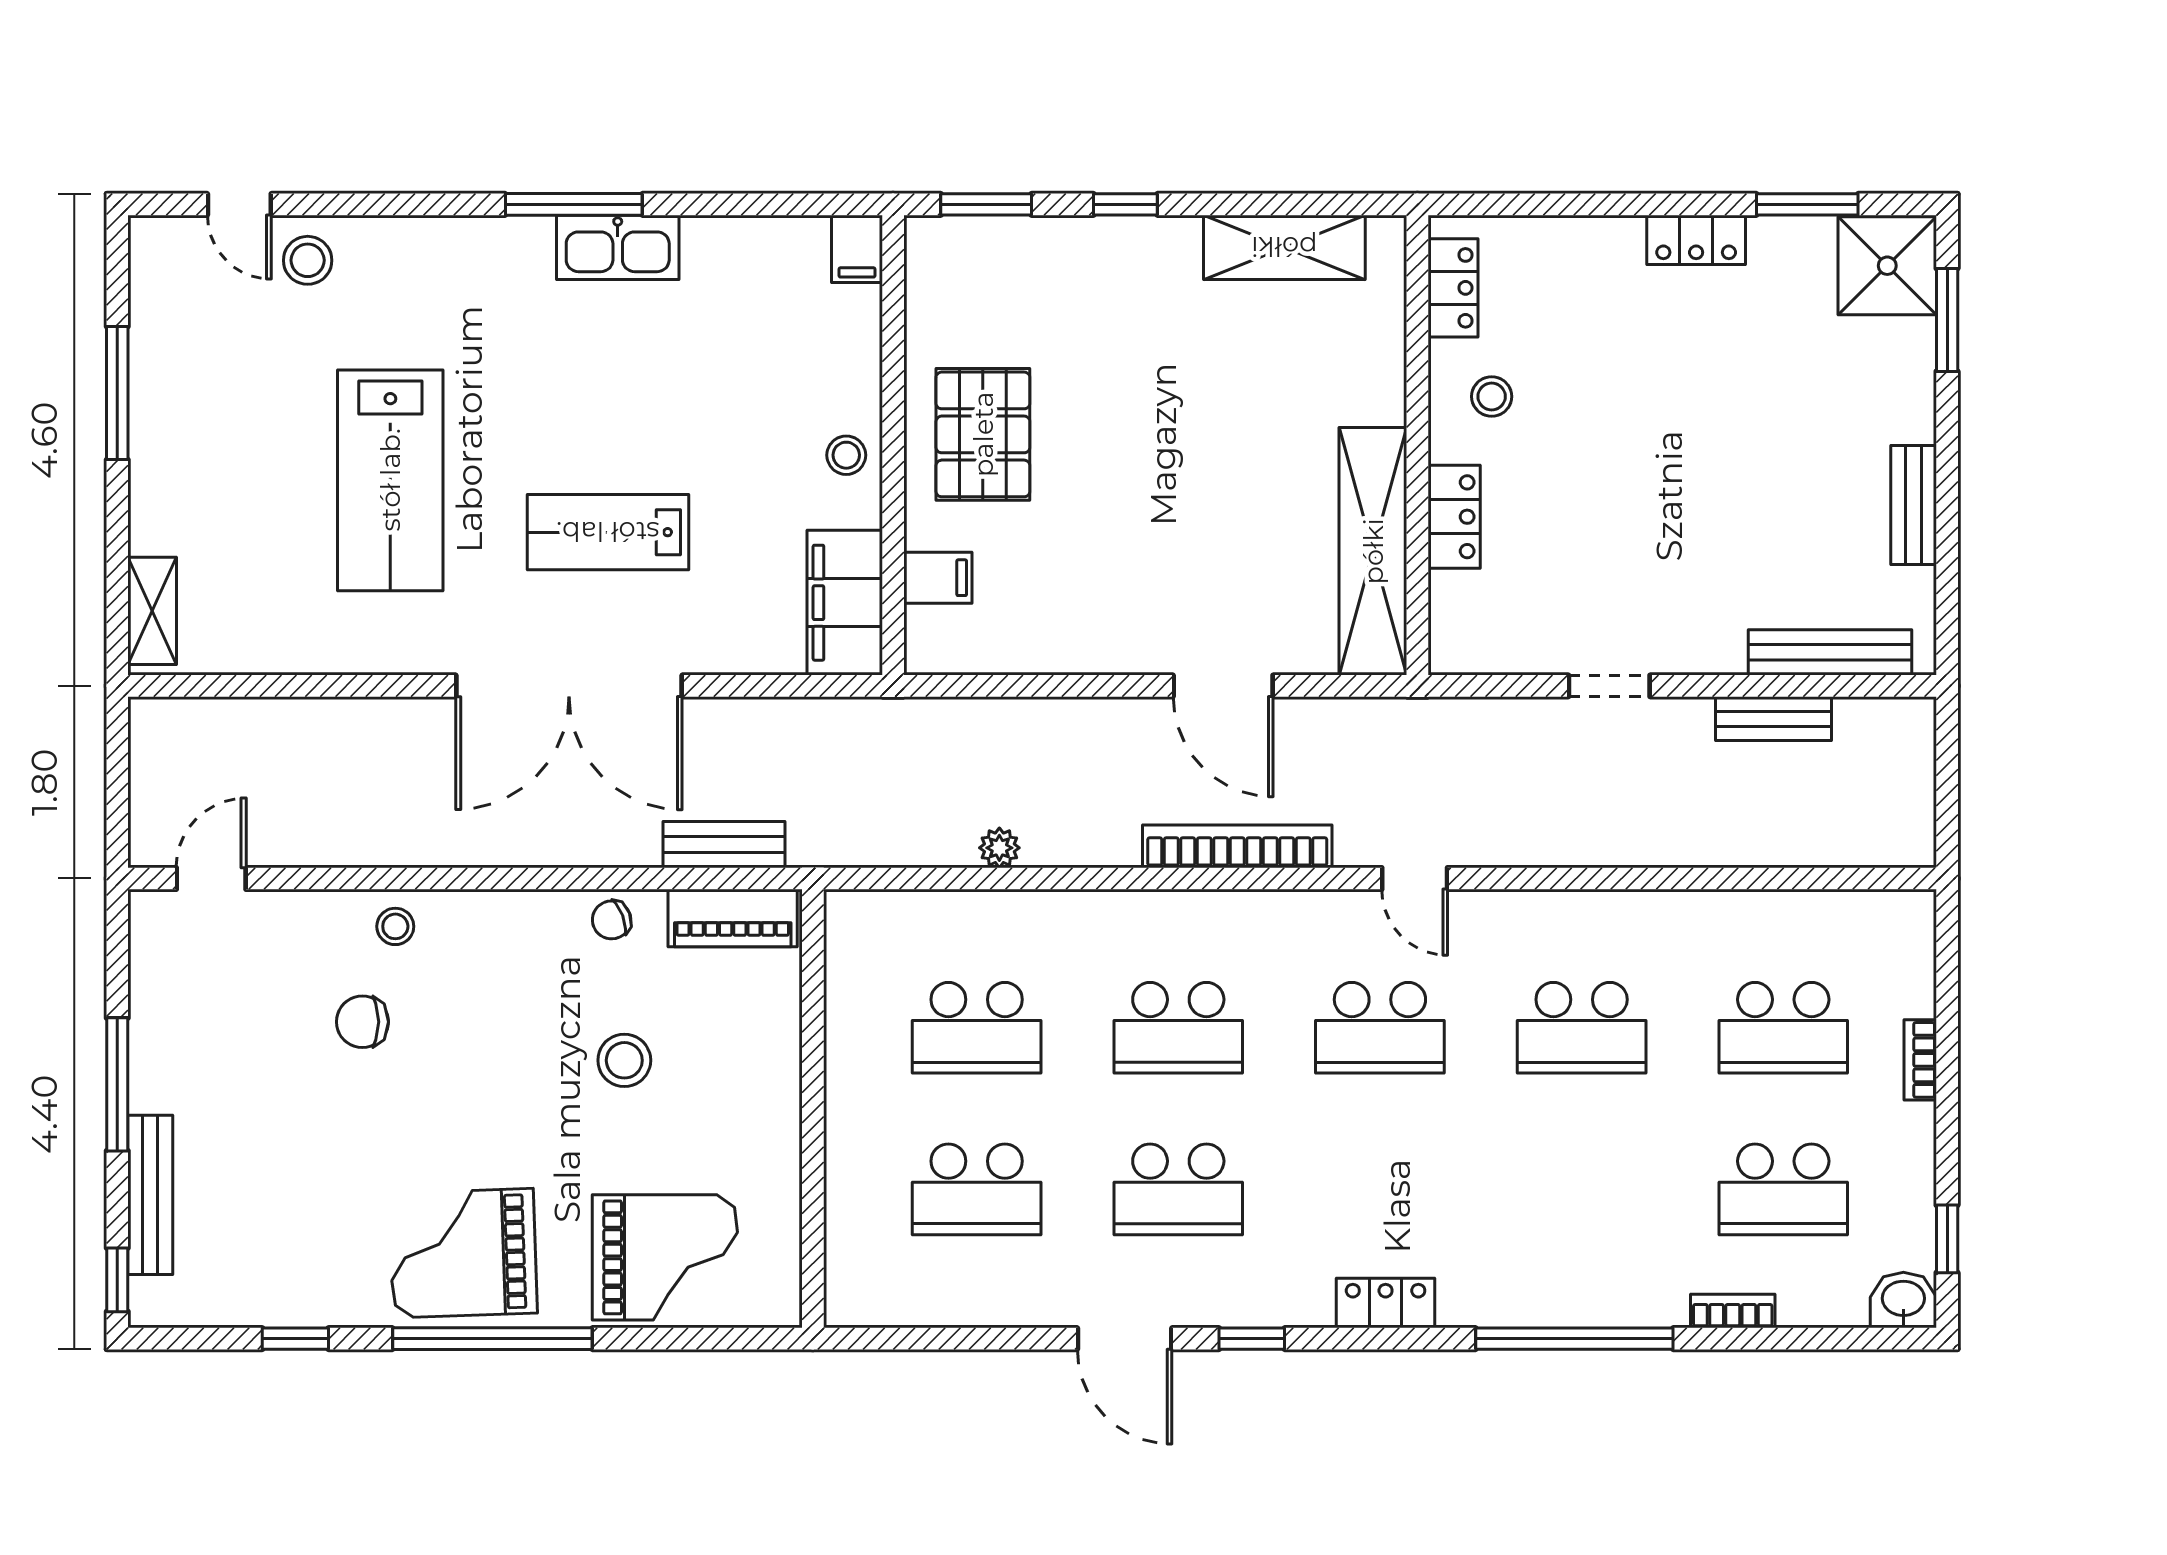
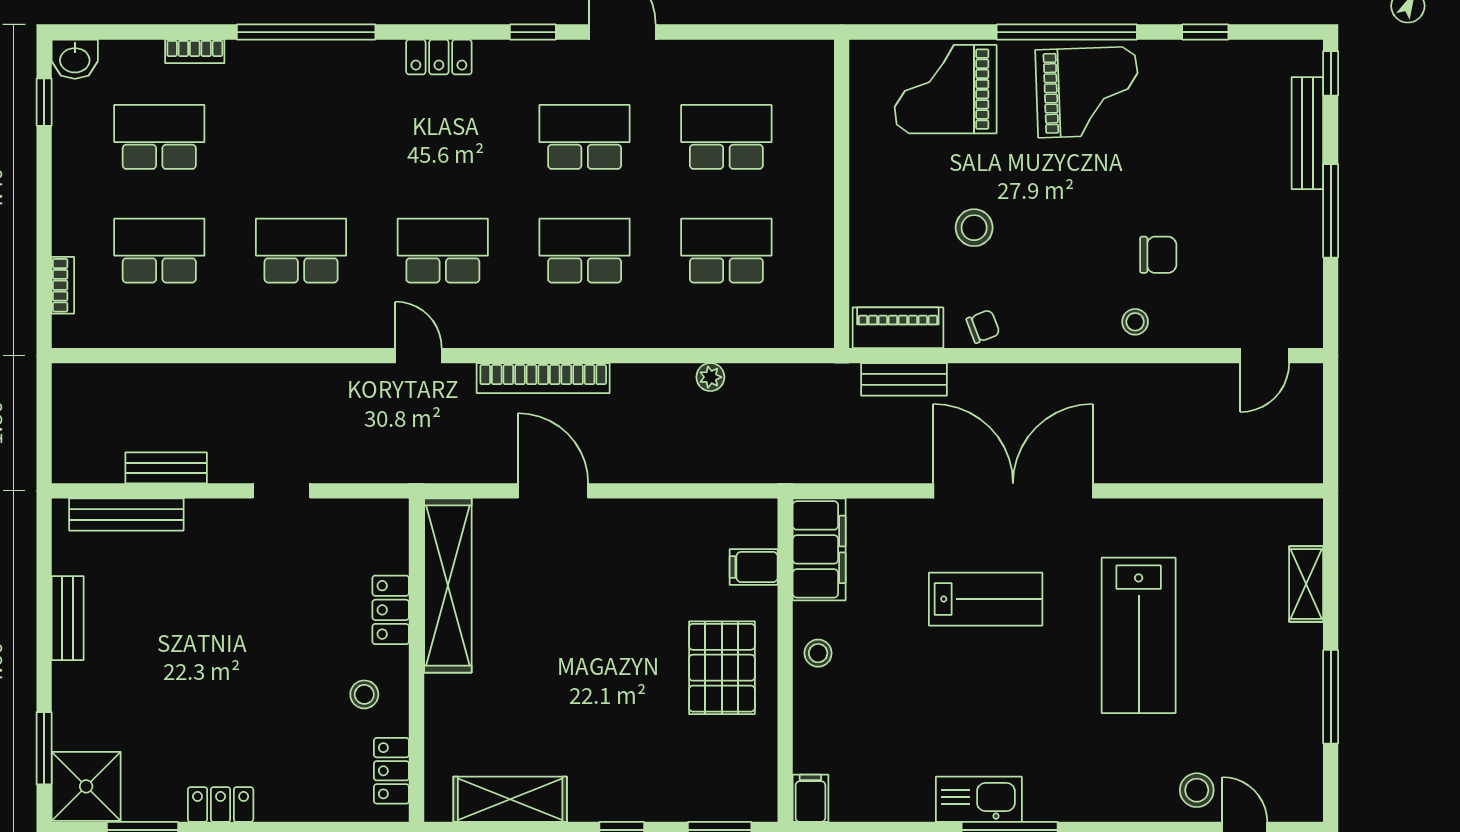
lab bench: (390, 480) -> (1139, 635), turned 180
shelving: (152, 611) -> (1306, 584), moved
bookcase: (1920, 1060) -> (63, 285), moved

